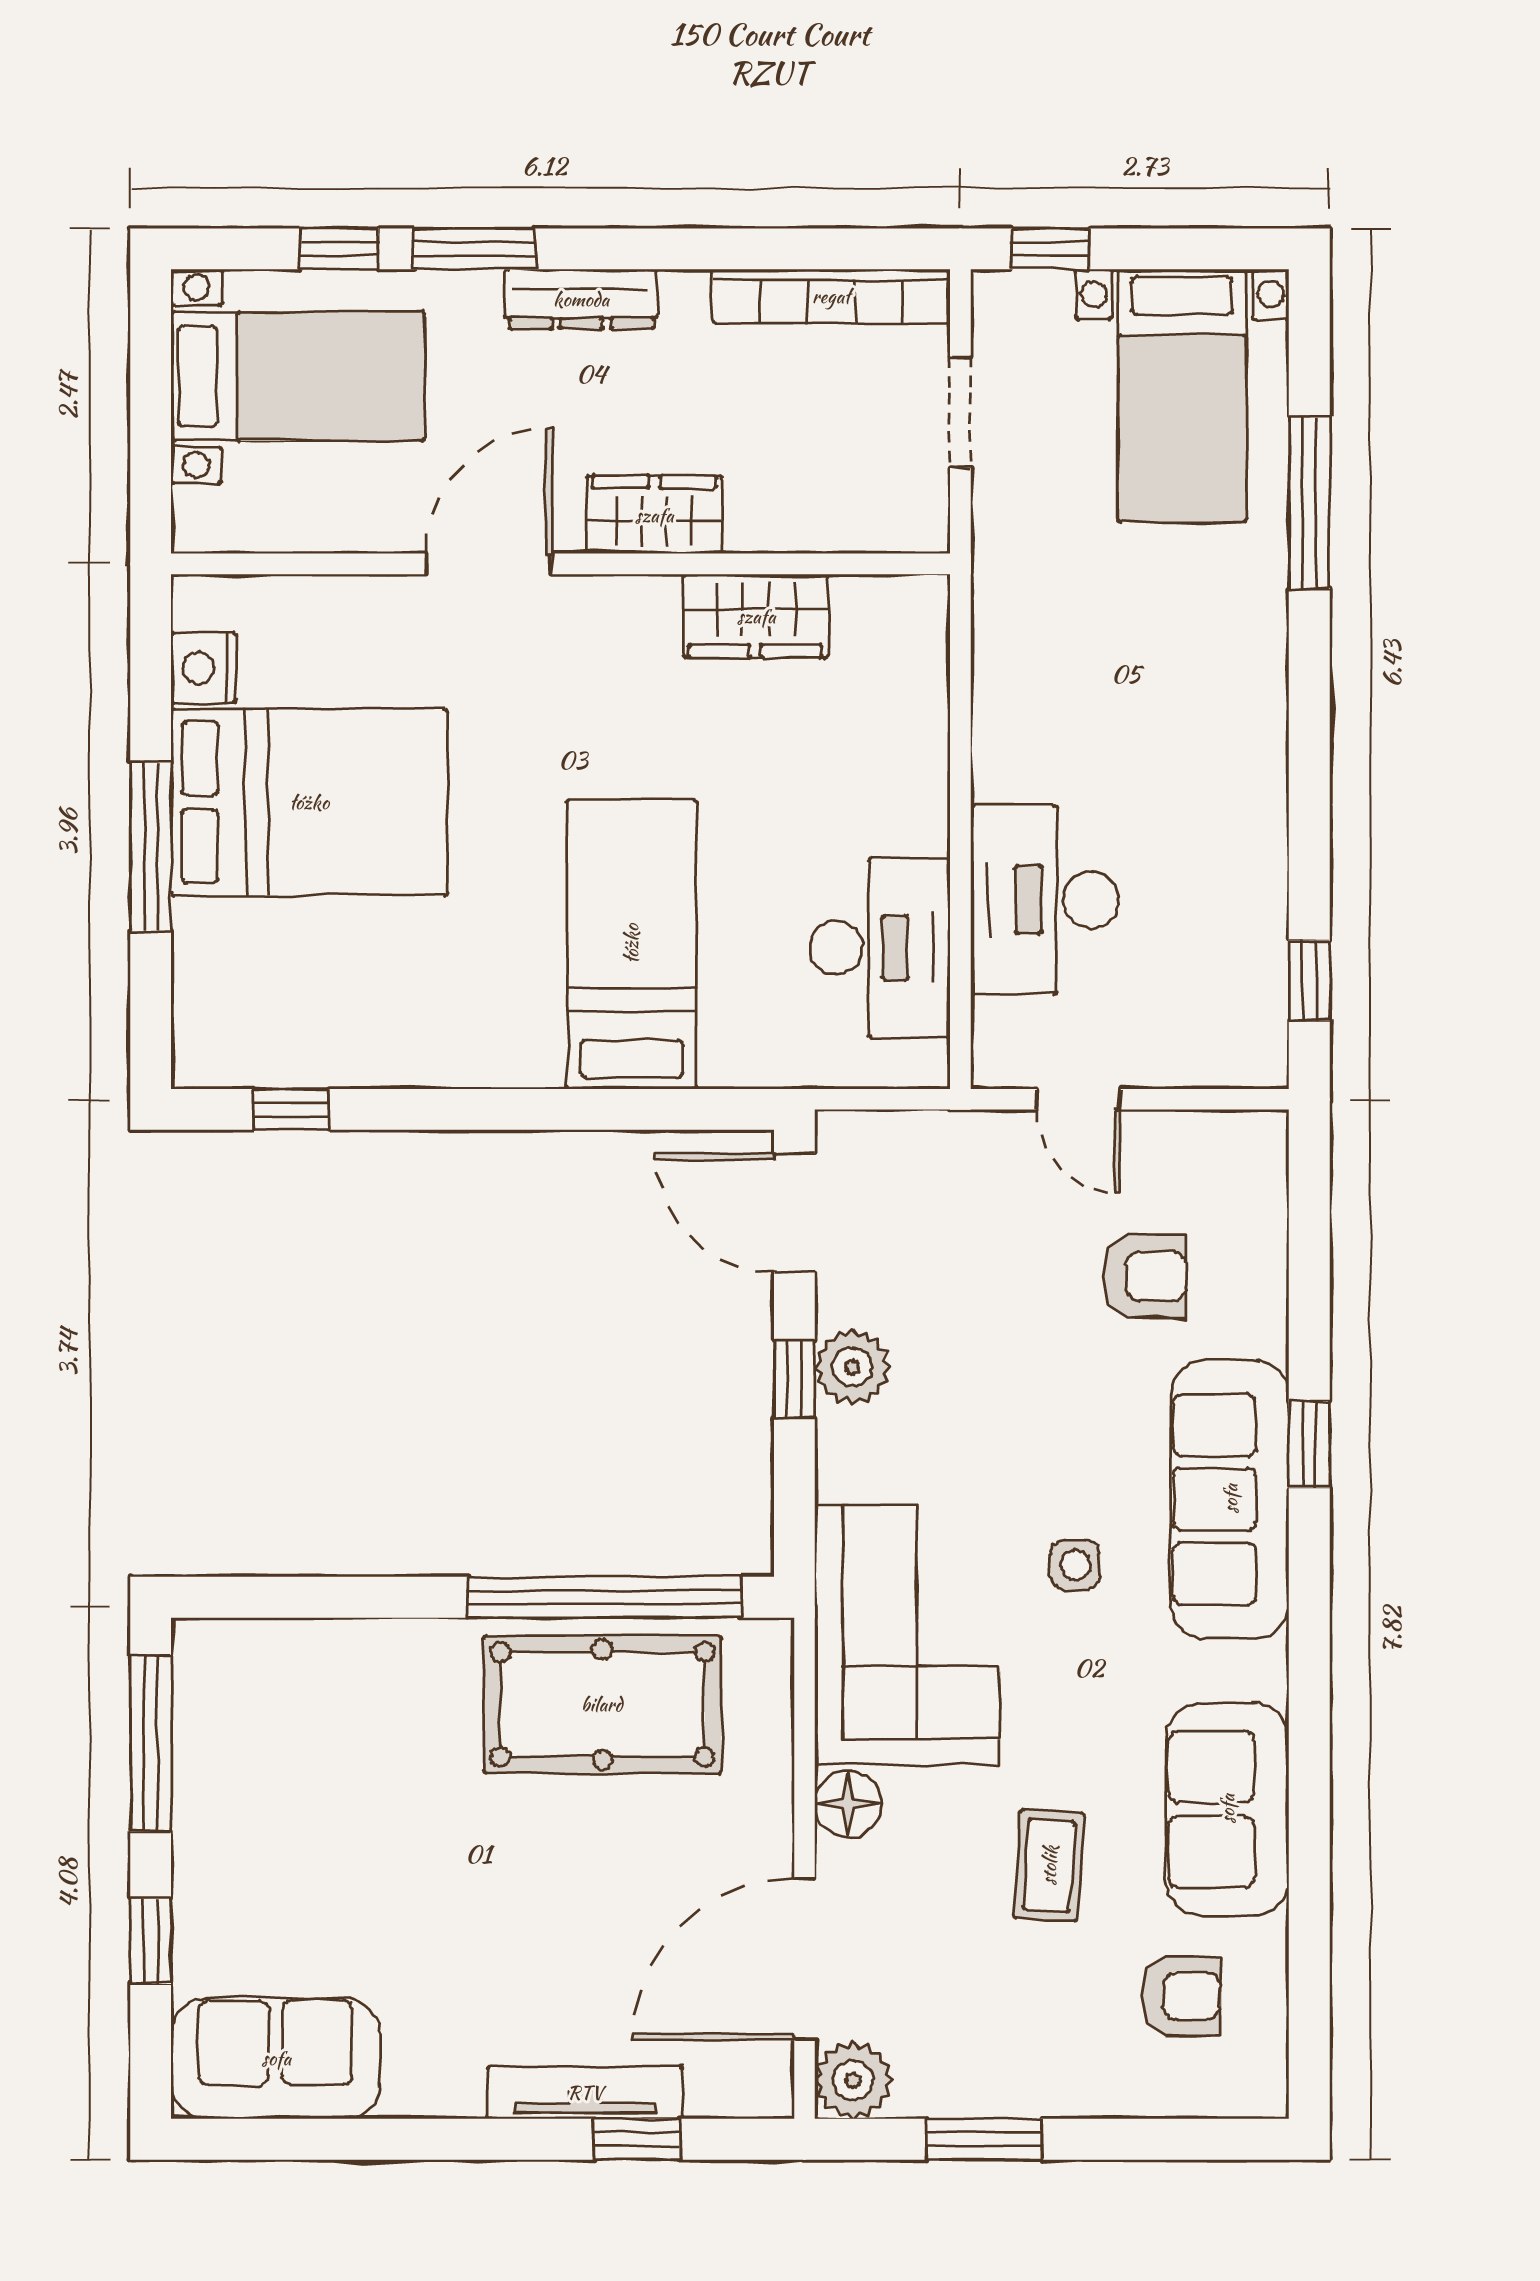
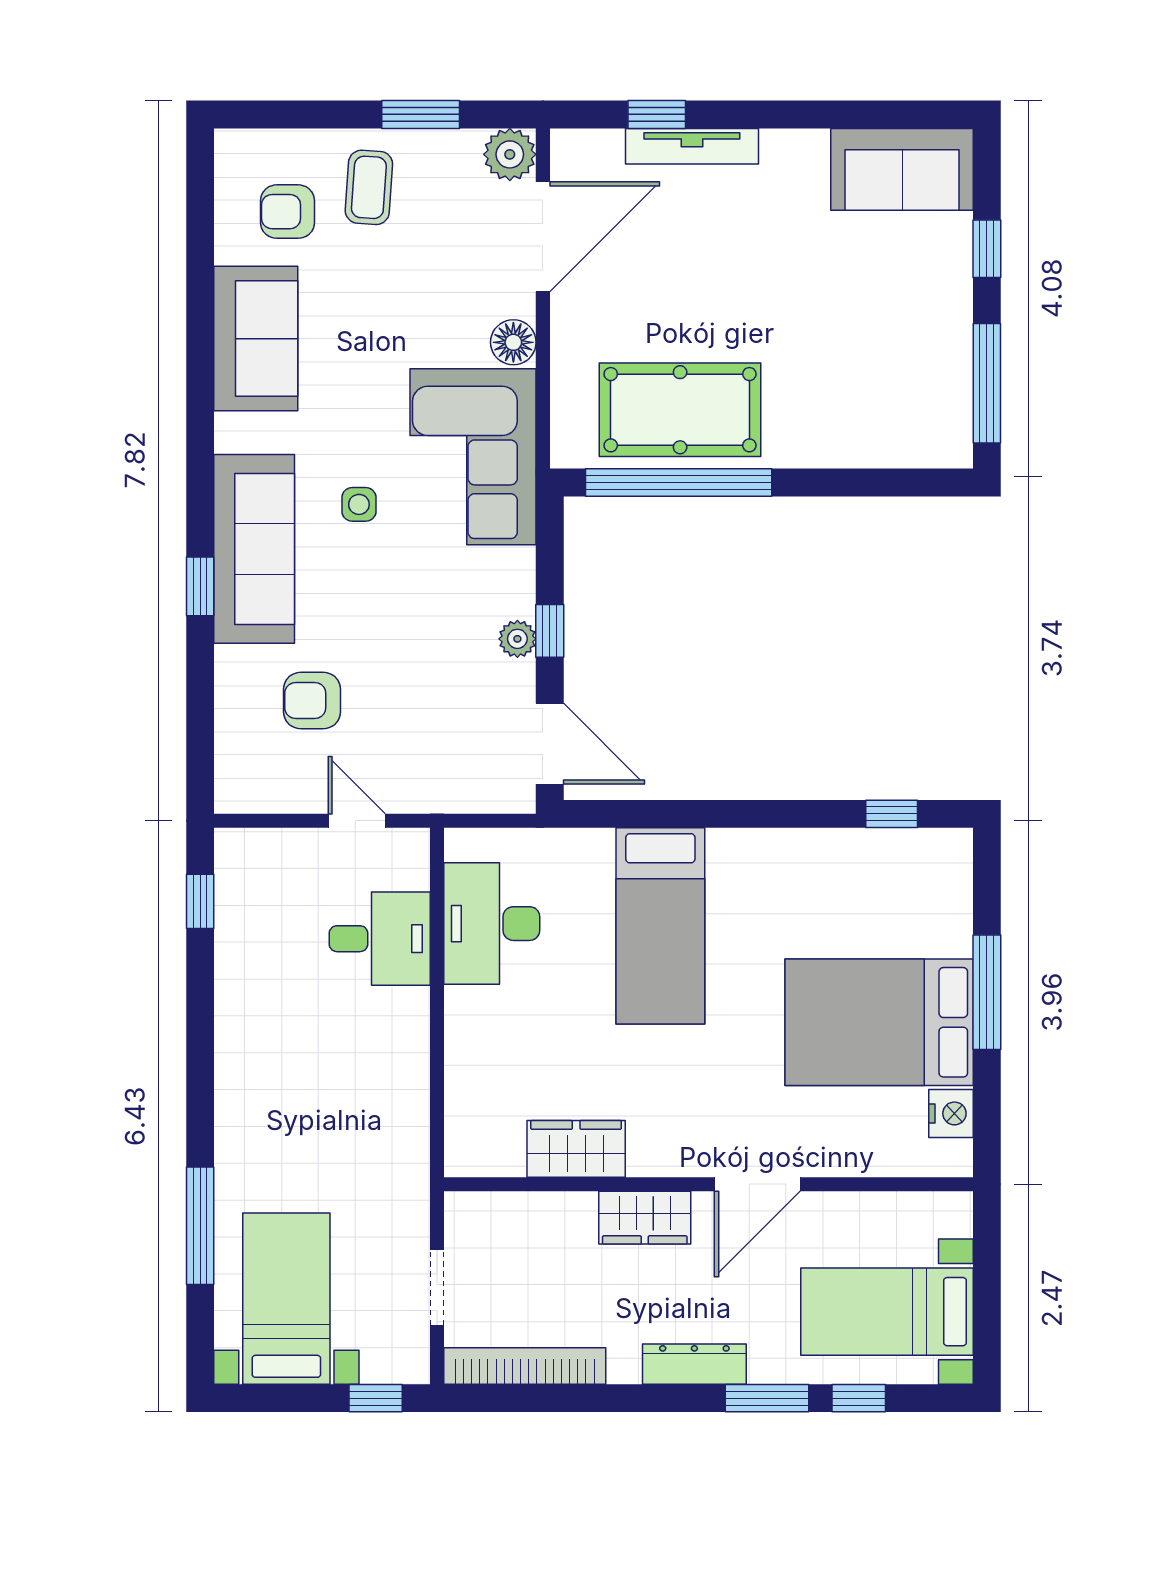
desk: (1045, 900) -> (380, 939), width x0.73
plant: (852, 1367) -> (517, 639), width x0.73, depth x0.73
coffee table: (1049, 1865) -> (369, 187), moved

